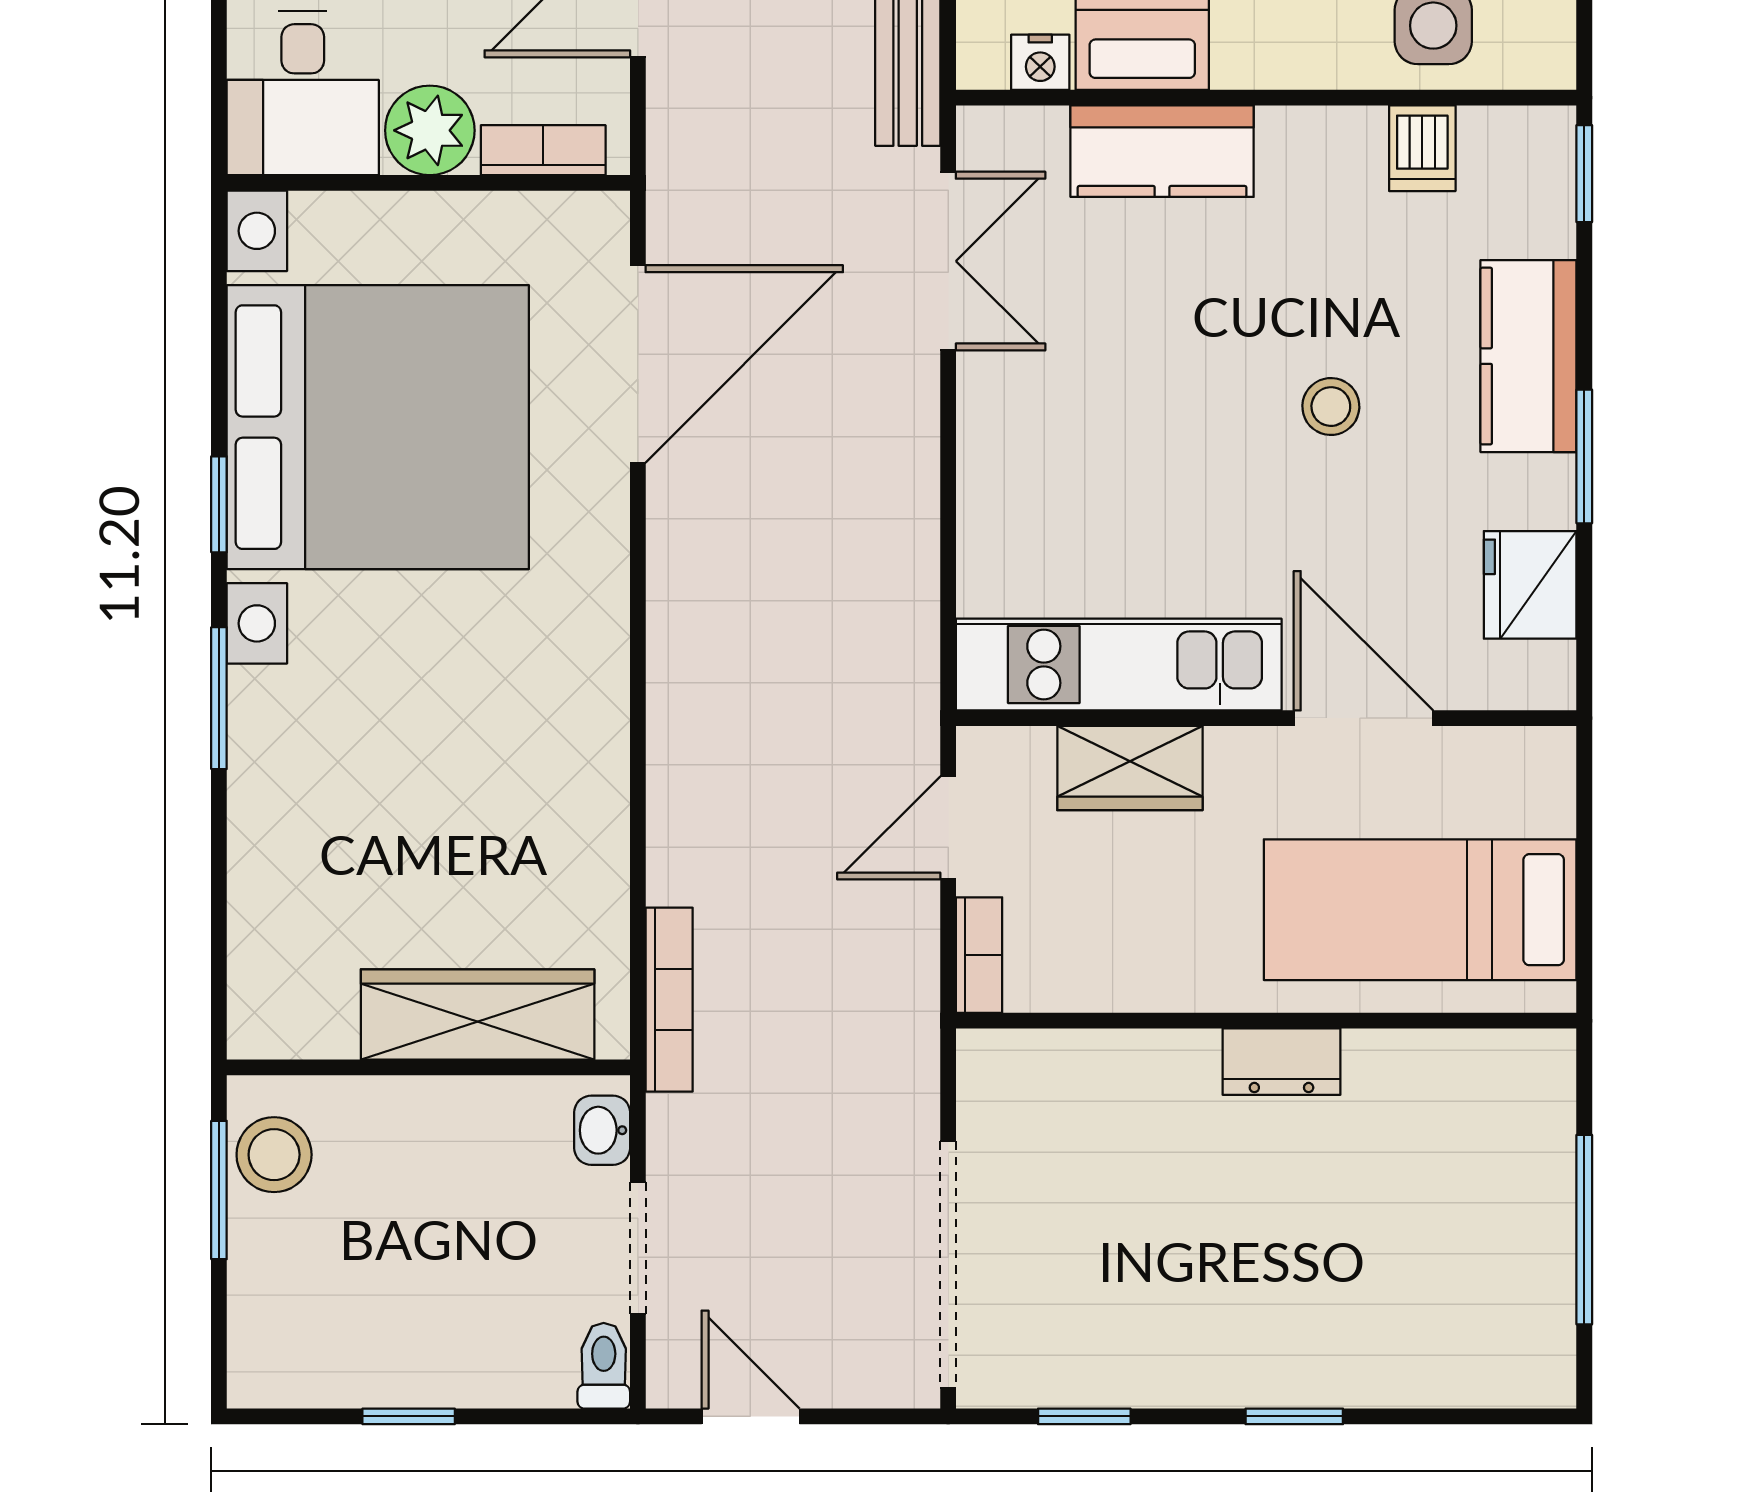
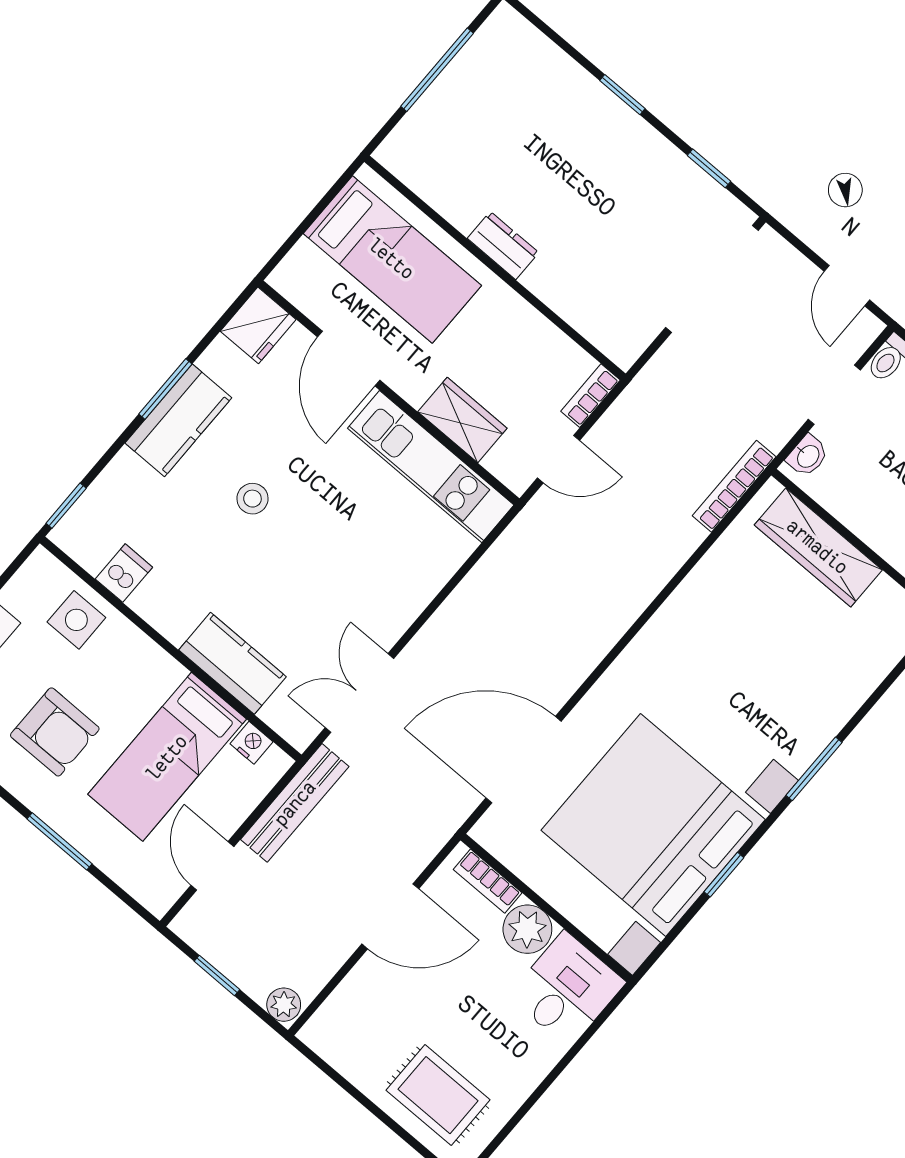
kitchen counter: (1528, 356) -> (178, 420), moved
window: (219, 504) -> (724, 875), moved
fridge: (1530, 585) -> (258, 325), moved

